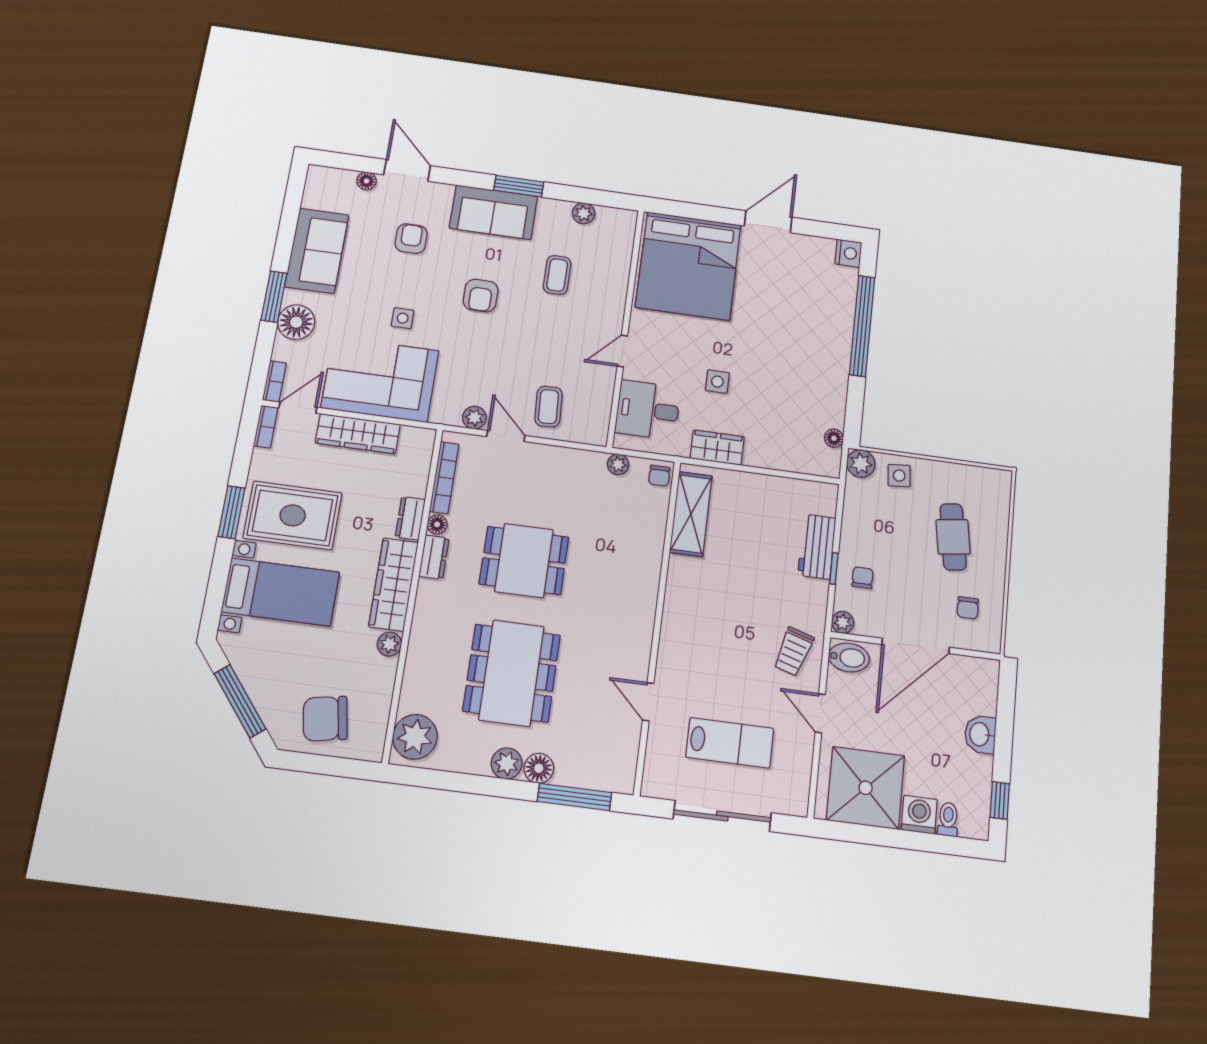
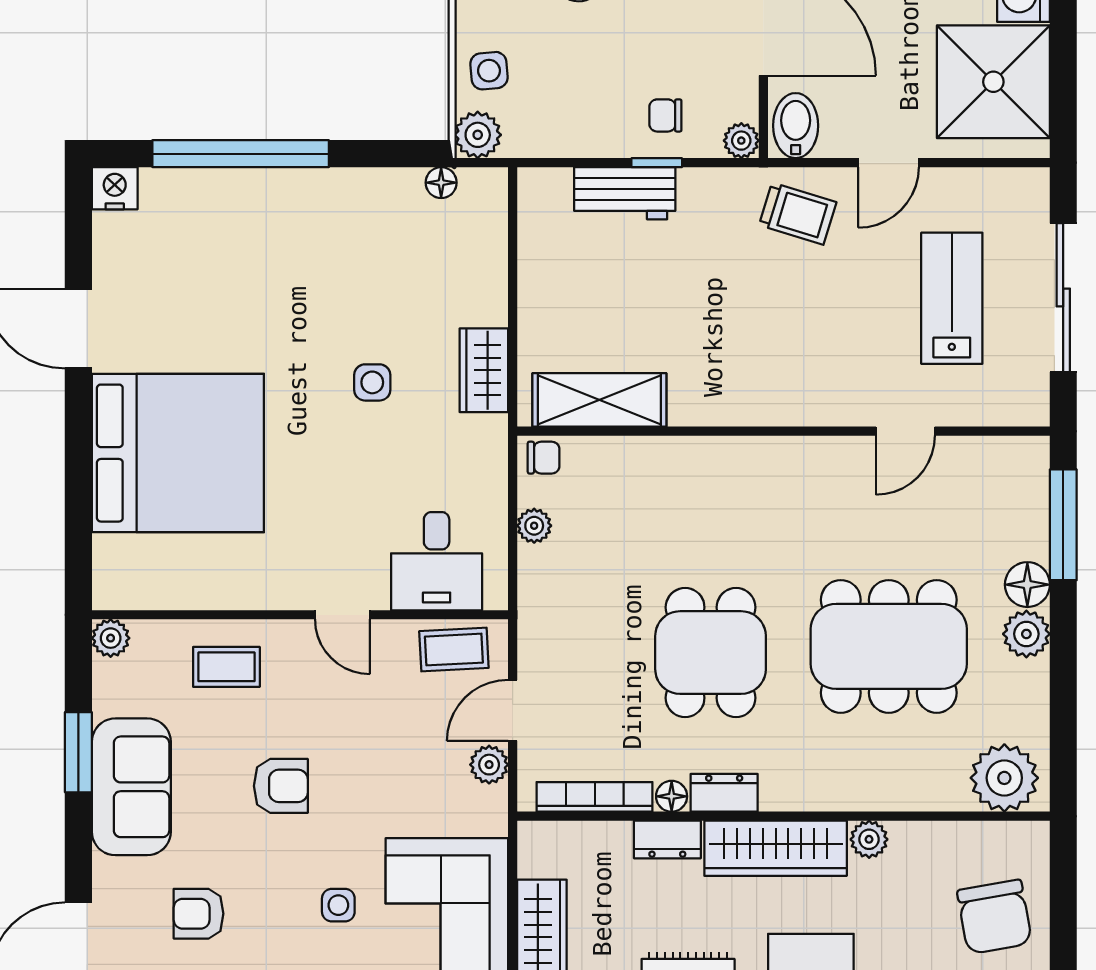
wall: (626, 327) -> (300, 615), moved
door: (622, 351) -> (342, 615), moved
desk: (648, 410) -> (437, 561), moved

